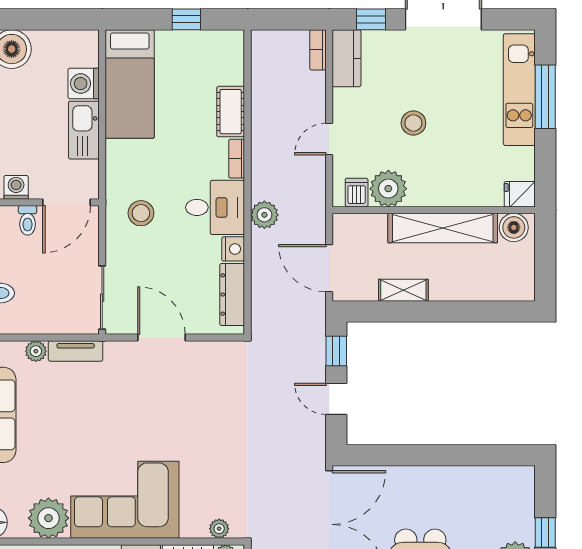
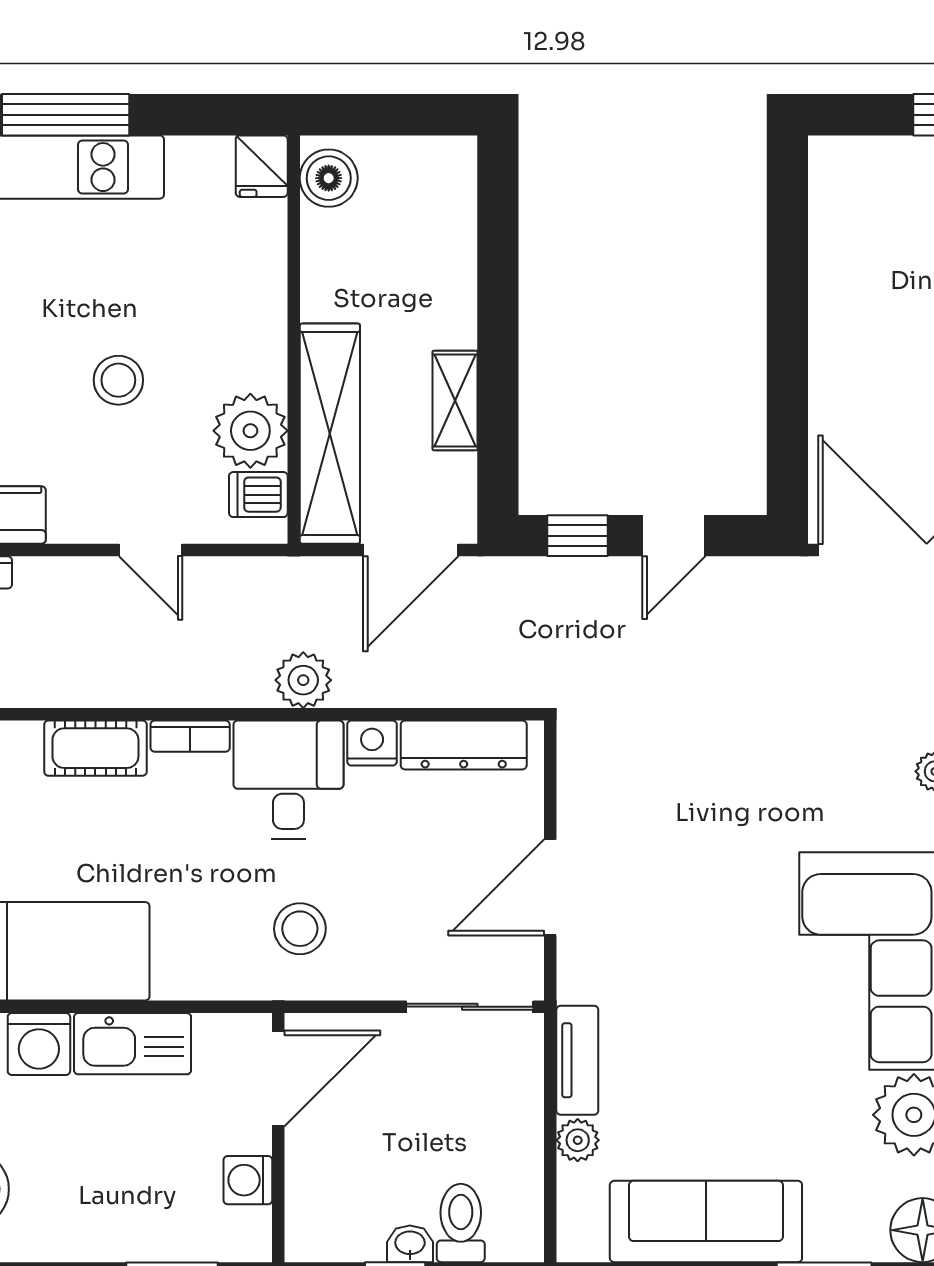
door: (67, 202) -> (278, 1078), hinge flipped
toilet: (28, 220) -> (314, 1157), removed
shelving: (443, 228) -> (330, 434), moved

